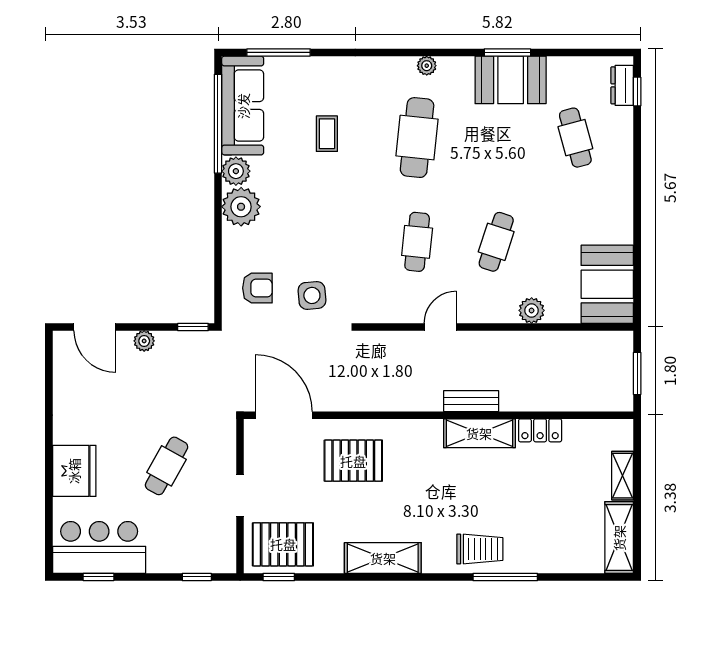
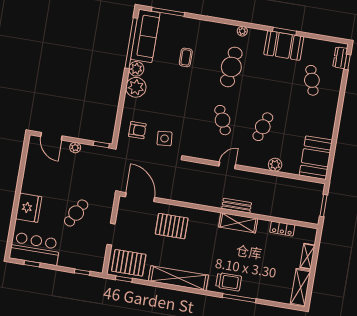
cafe table: (417, 242) -> (223, 120), turned -30
locker: (540, 430) -> (282, 229), moved
shelving: (383, 558) -> (178, 278), width x1.47

